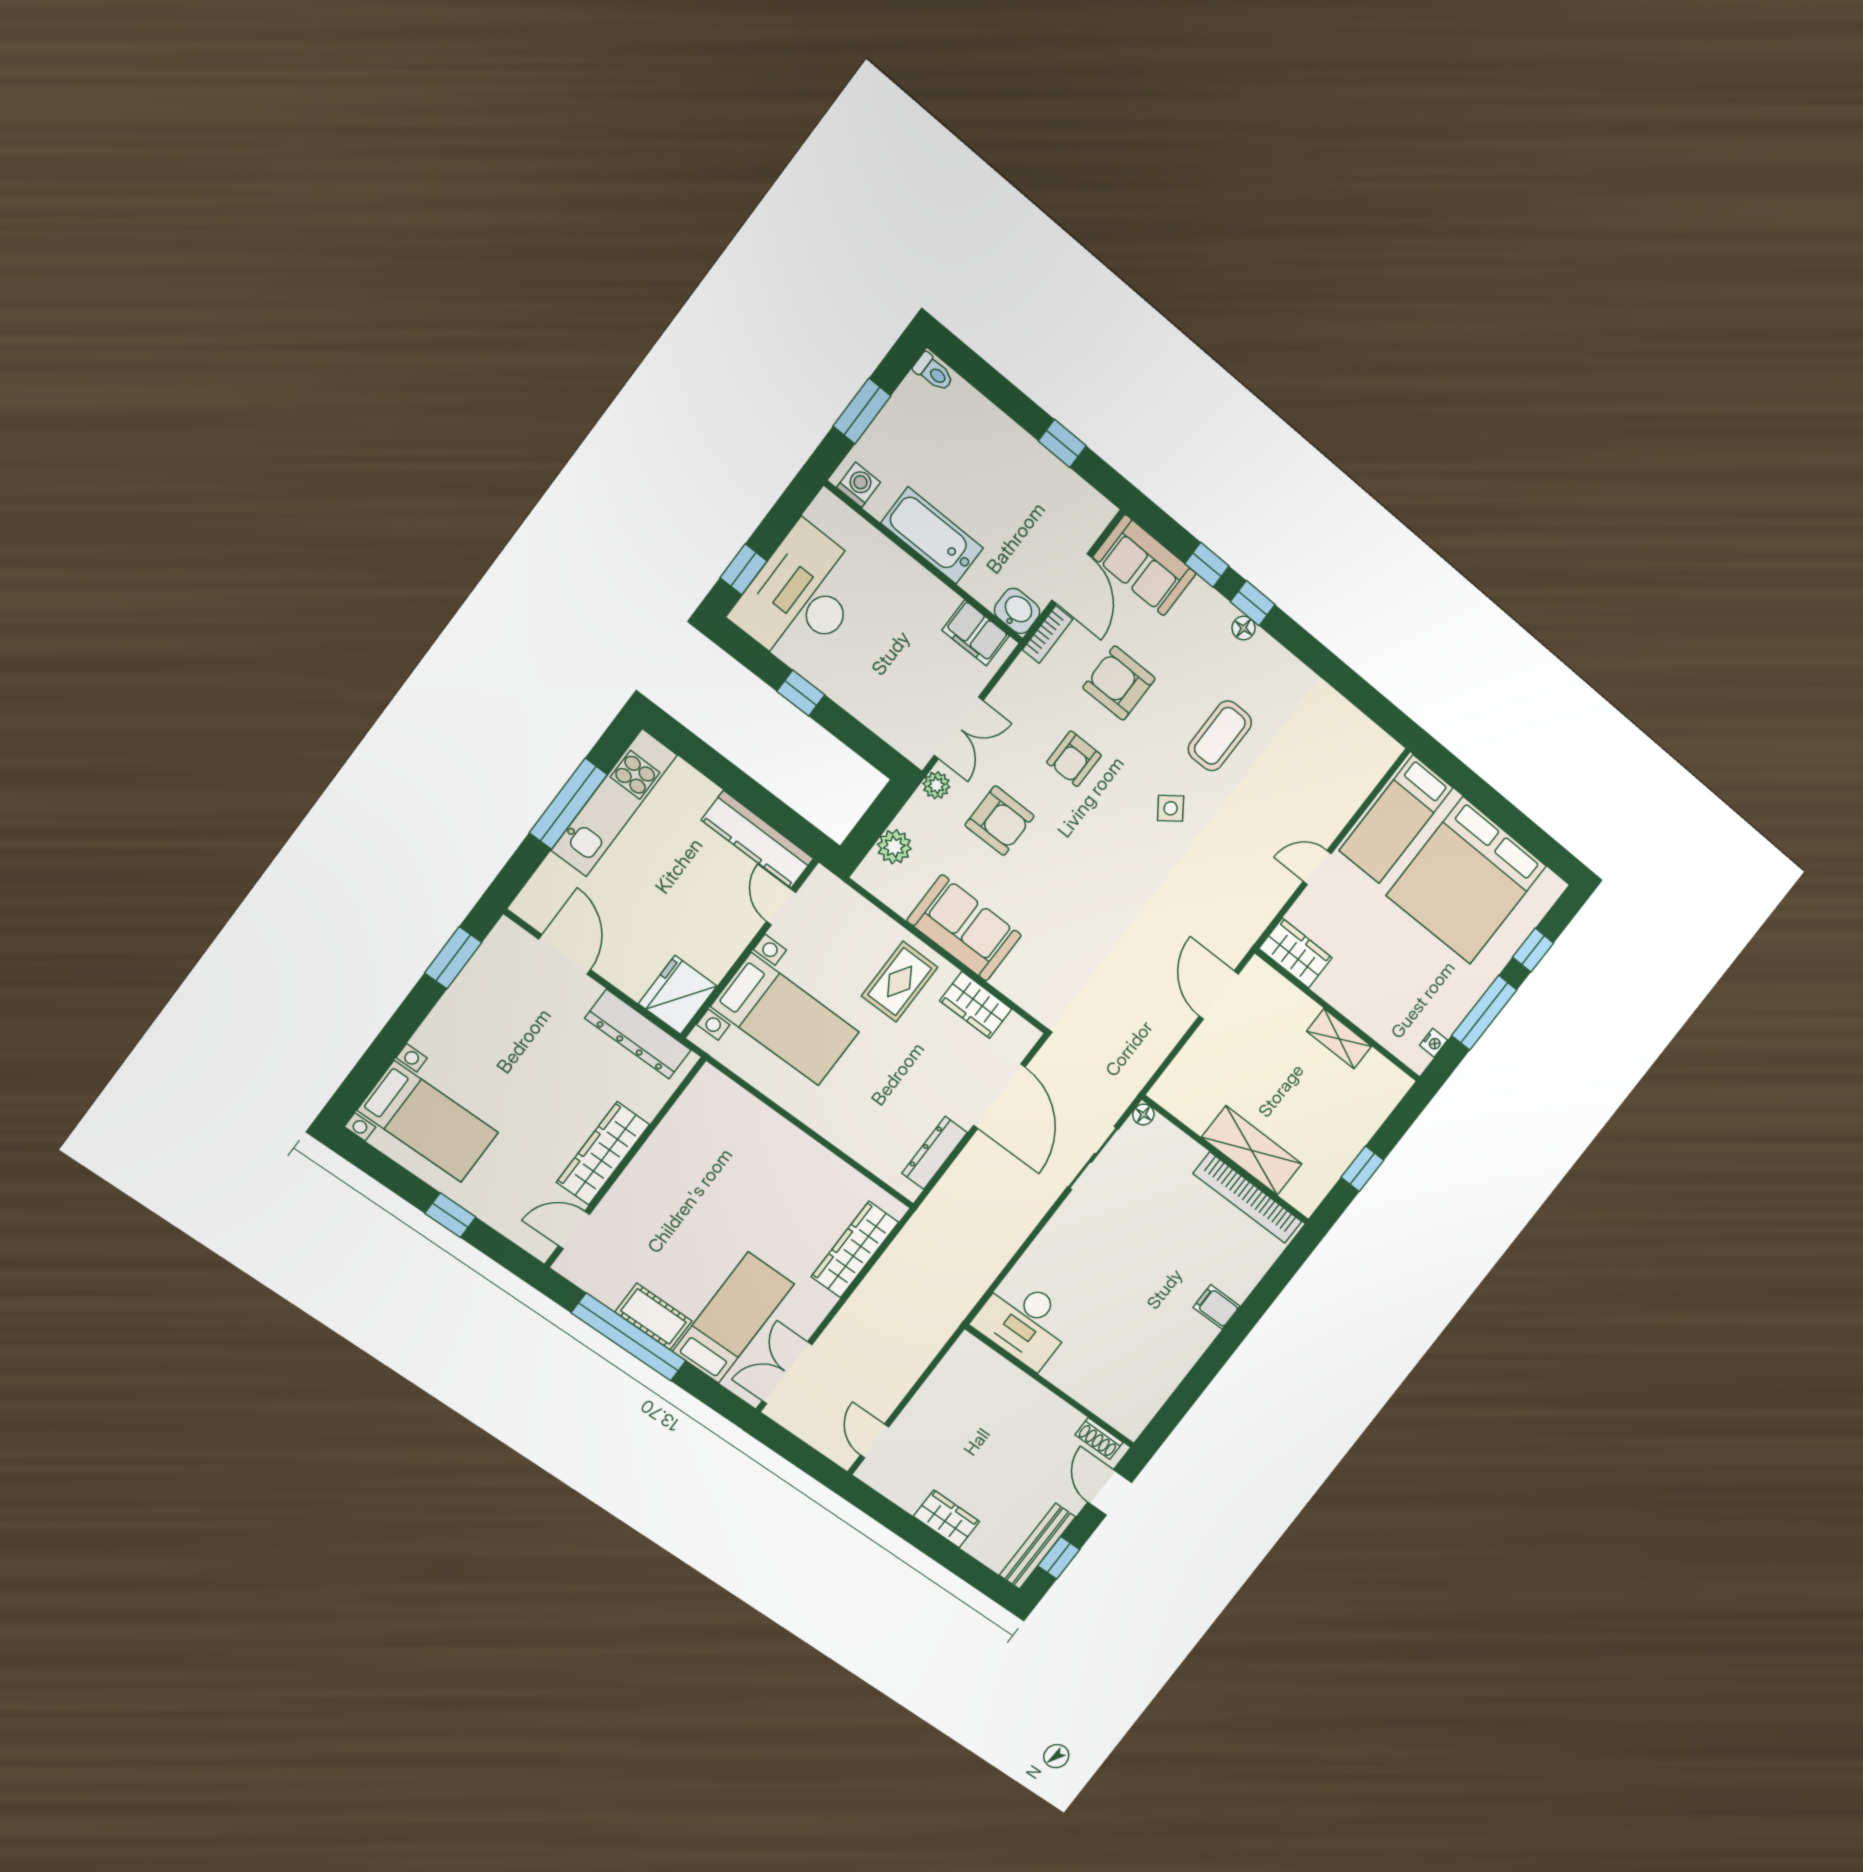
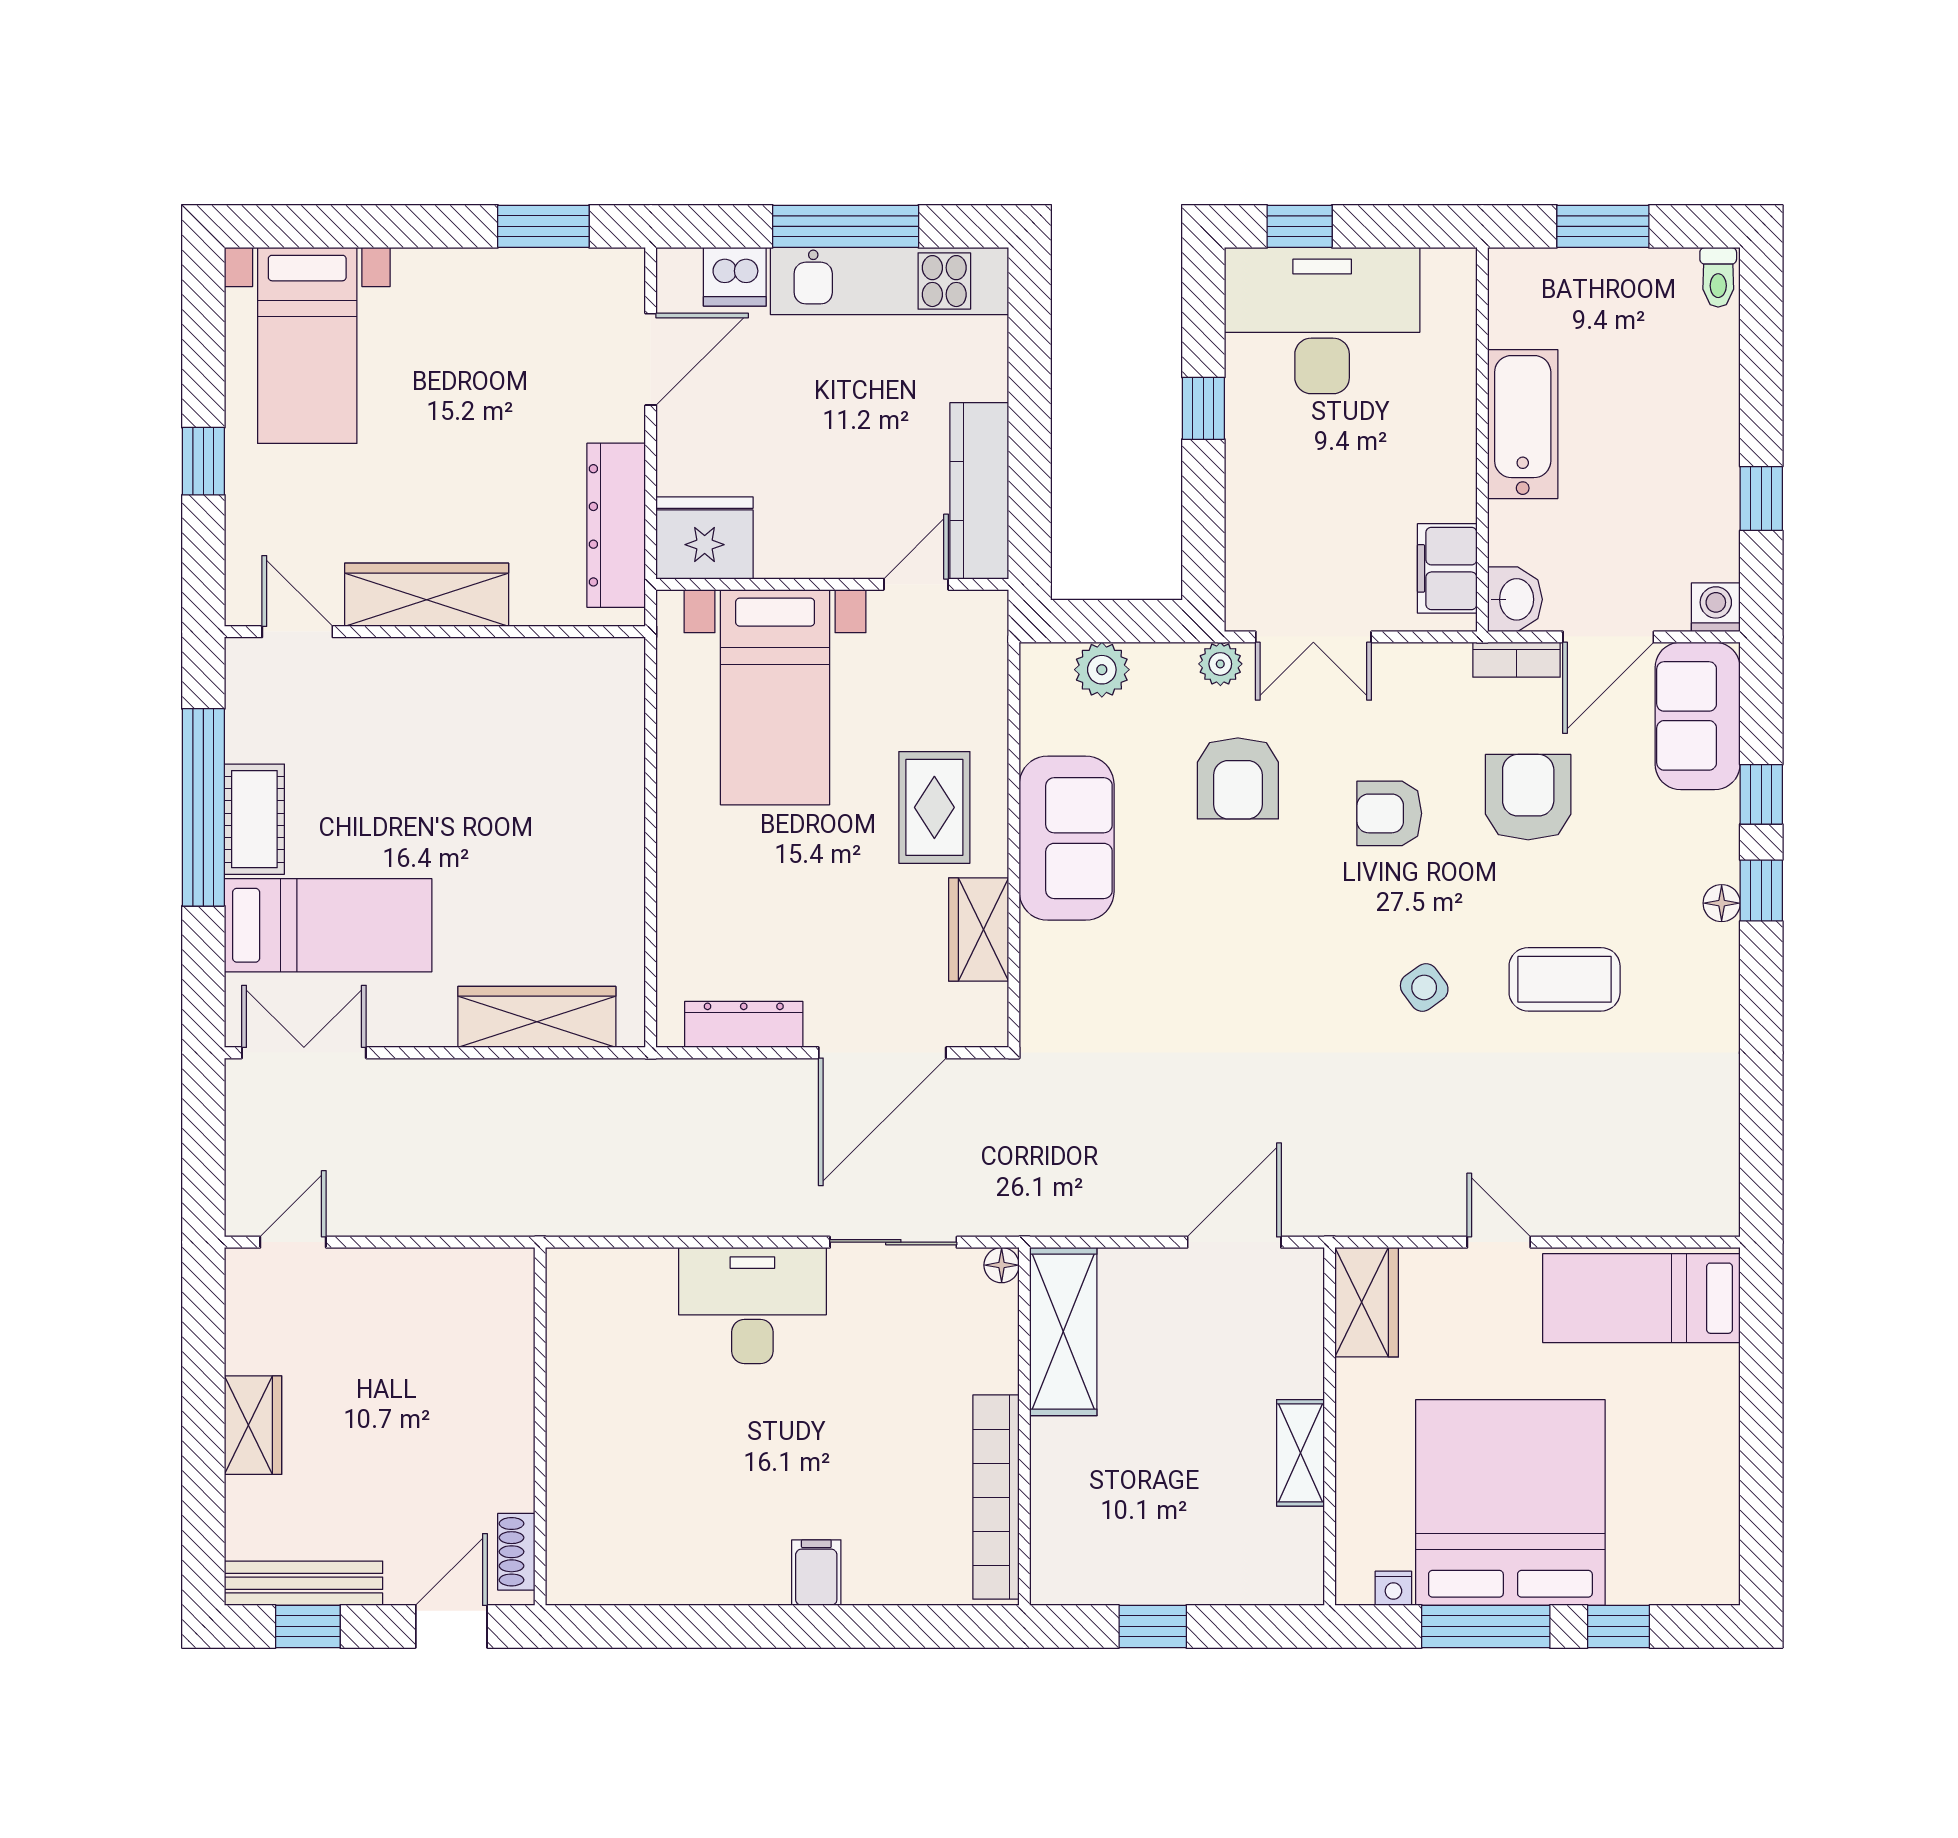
washing machine: (859, 485) -> (1716, 607), moved, turned -90
dishwasher: (553, 880) -> (735, 277), added
bed: (1466, 881) -> (1510, 1503), moved, turned 90
rug: (900, 982) -> (934, 807), turned 90
shelving: (1252, 1151) -> (1063, 1332), moved
desk: (1024, 1322) -> (752, 1306), moved, turned 90

